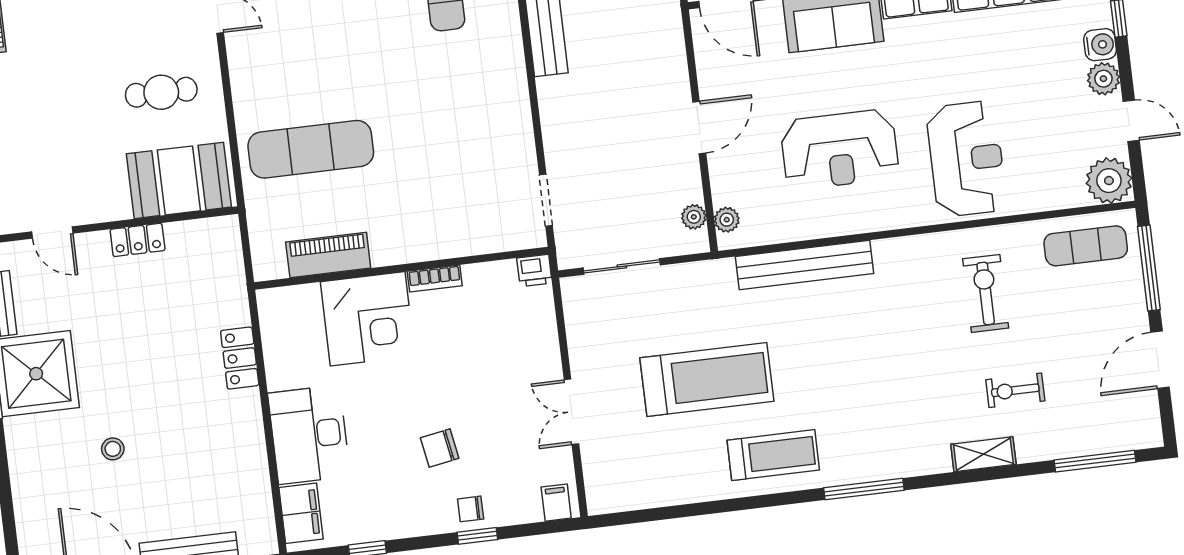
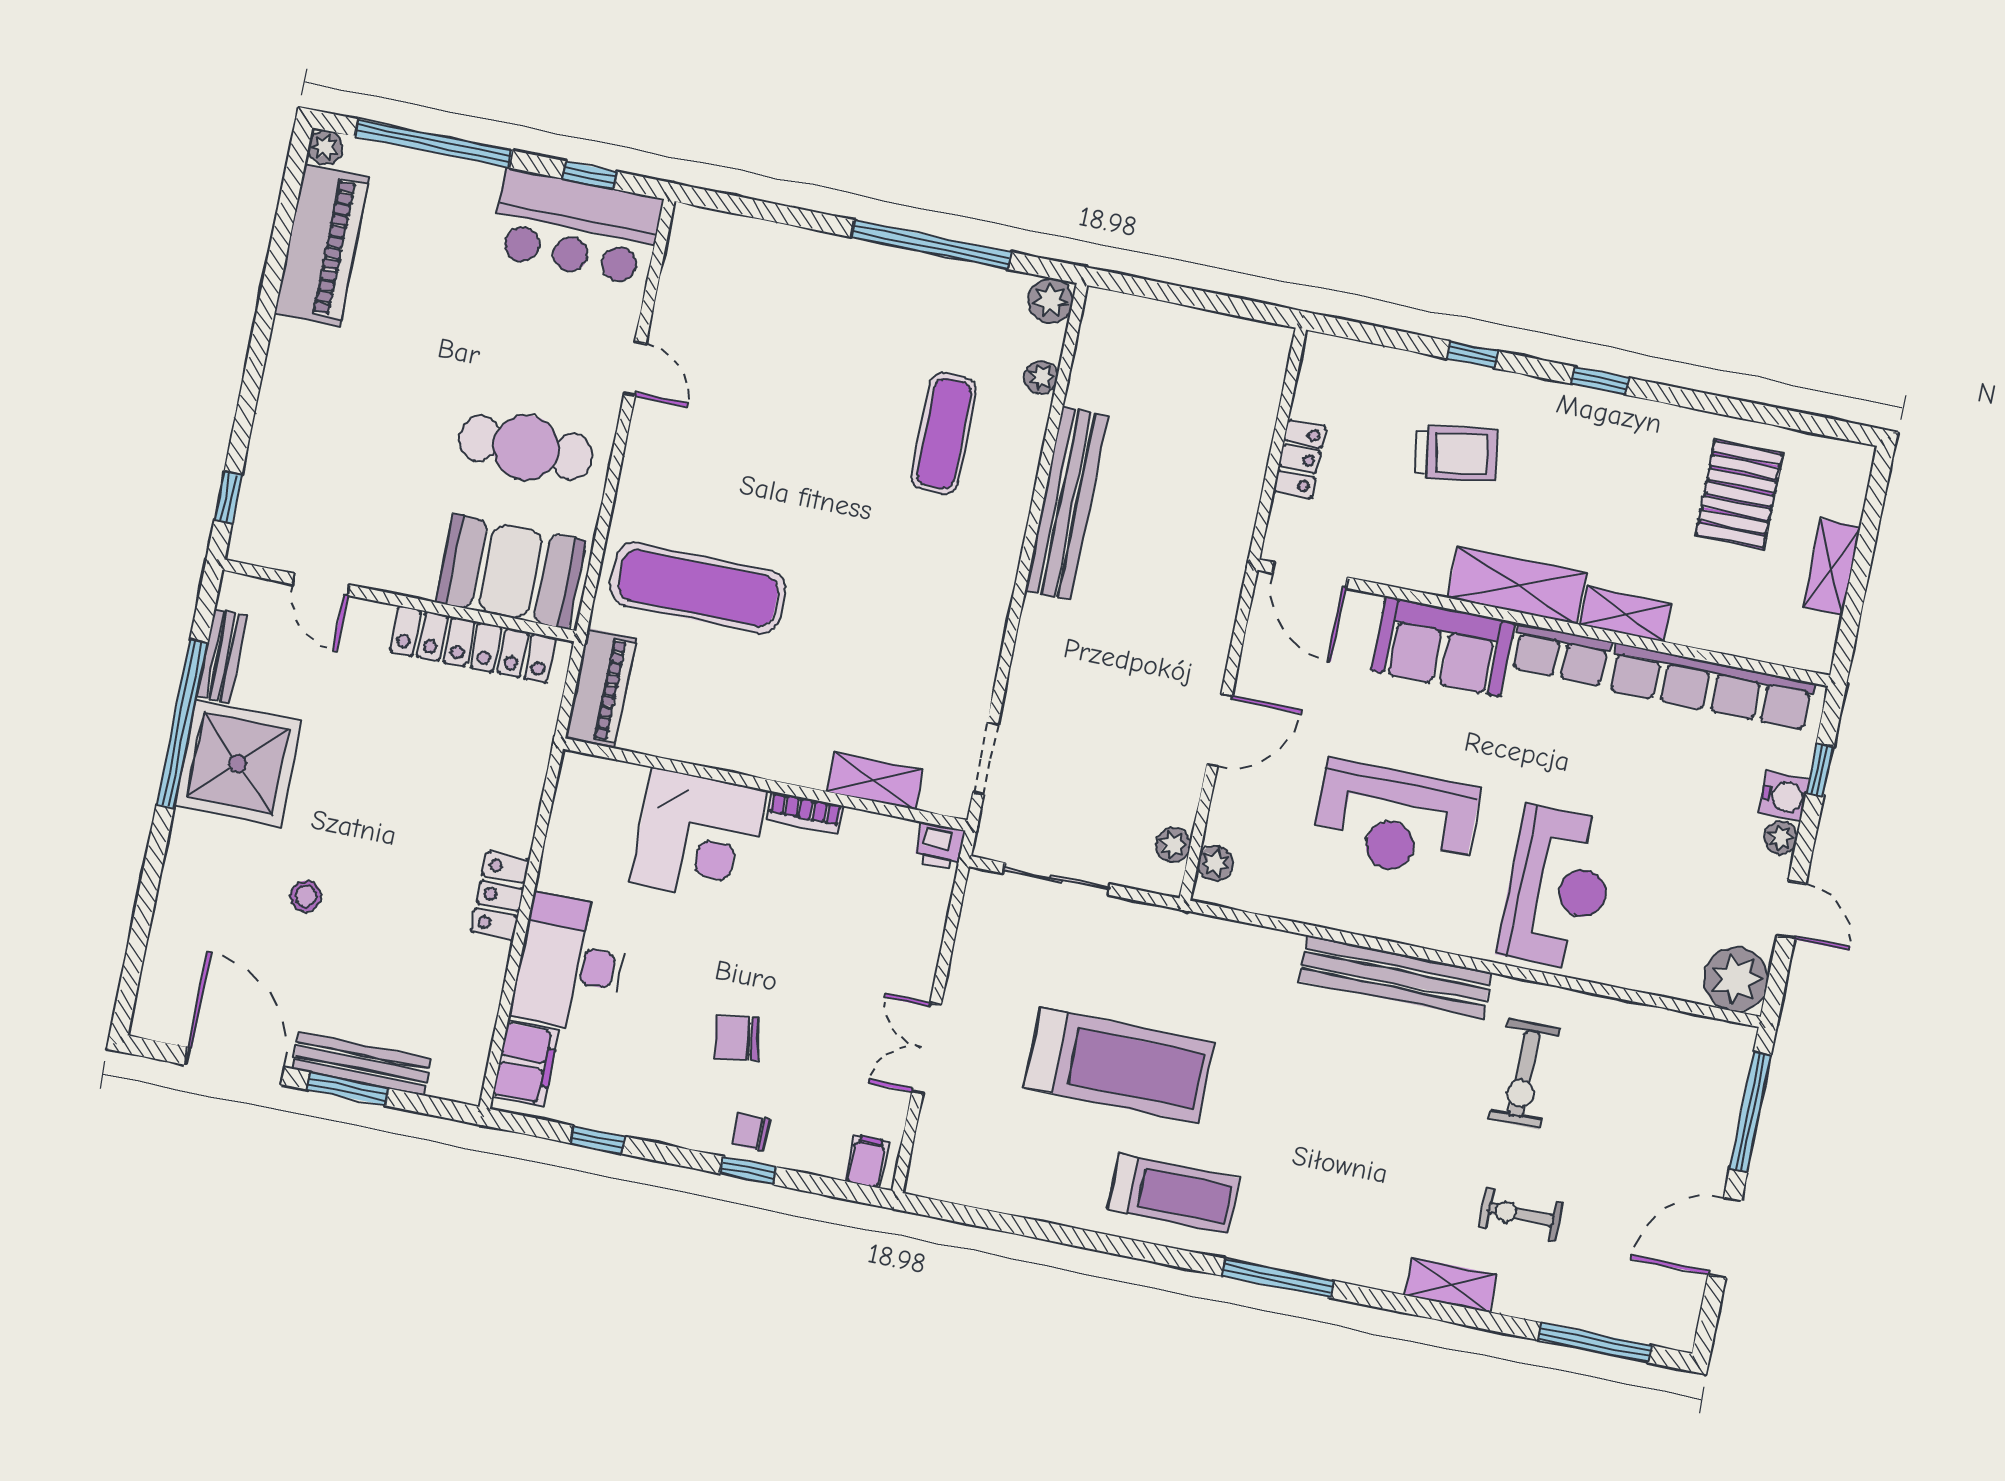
plant: (1103, 79) -> (1781, 838), width x0.73, depth x0.73
cafe table: (161, 92) -> (526, 447), width x1.37, depth x1.35
locker: (138, 240) -> (473, 644), width x2.16, depth x1.21
shelving: (475, 241) -> (875, 781), added
exercise mat: (1086, 246) -> (1677, 1055), removed
piano: (328, 255) -> (601, 688), moved, turned 90
bench: (804, 265) -> (1395, 977), moved
exercise bike: (986, 293) -> (1524, 1074), turned 180
locker: (240, 358) -> (500, 896), moved

